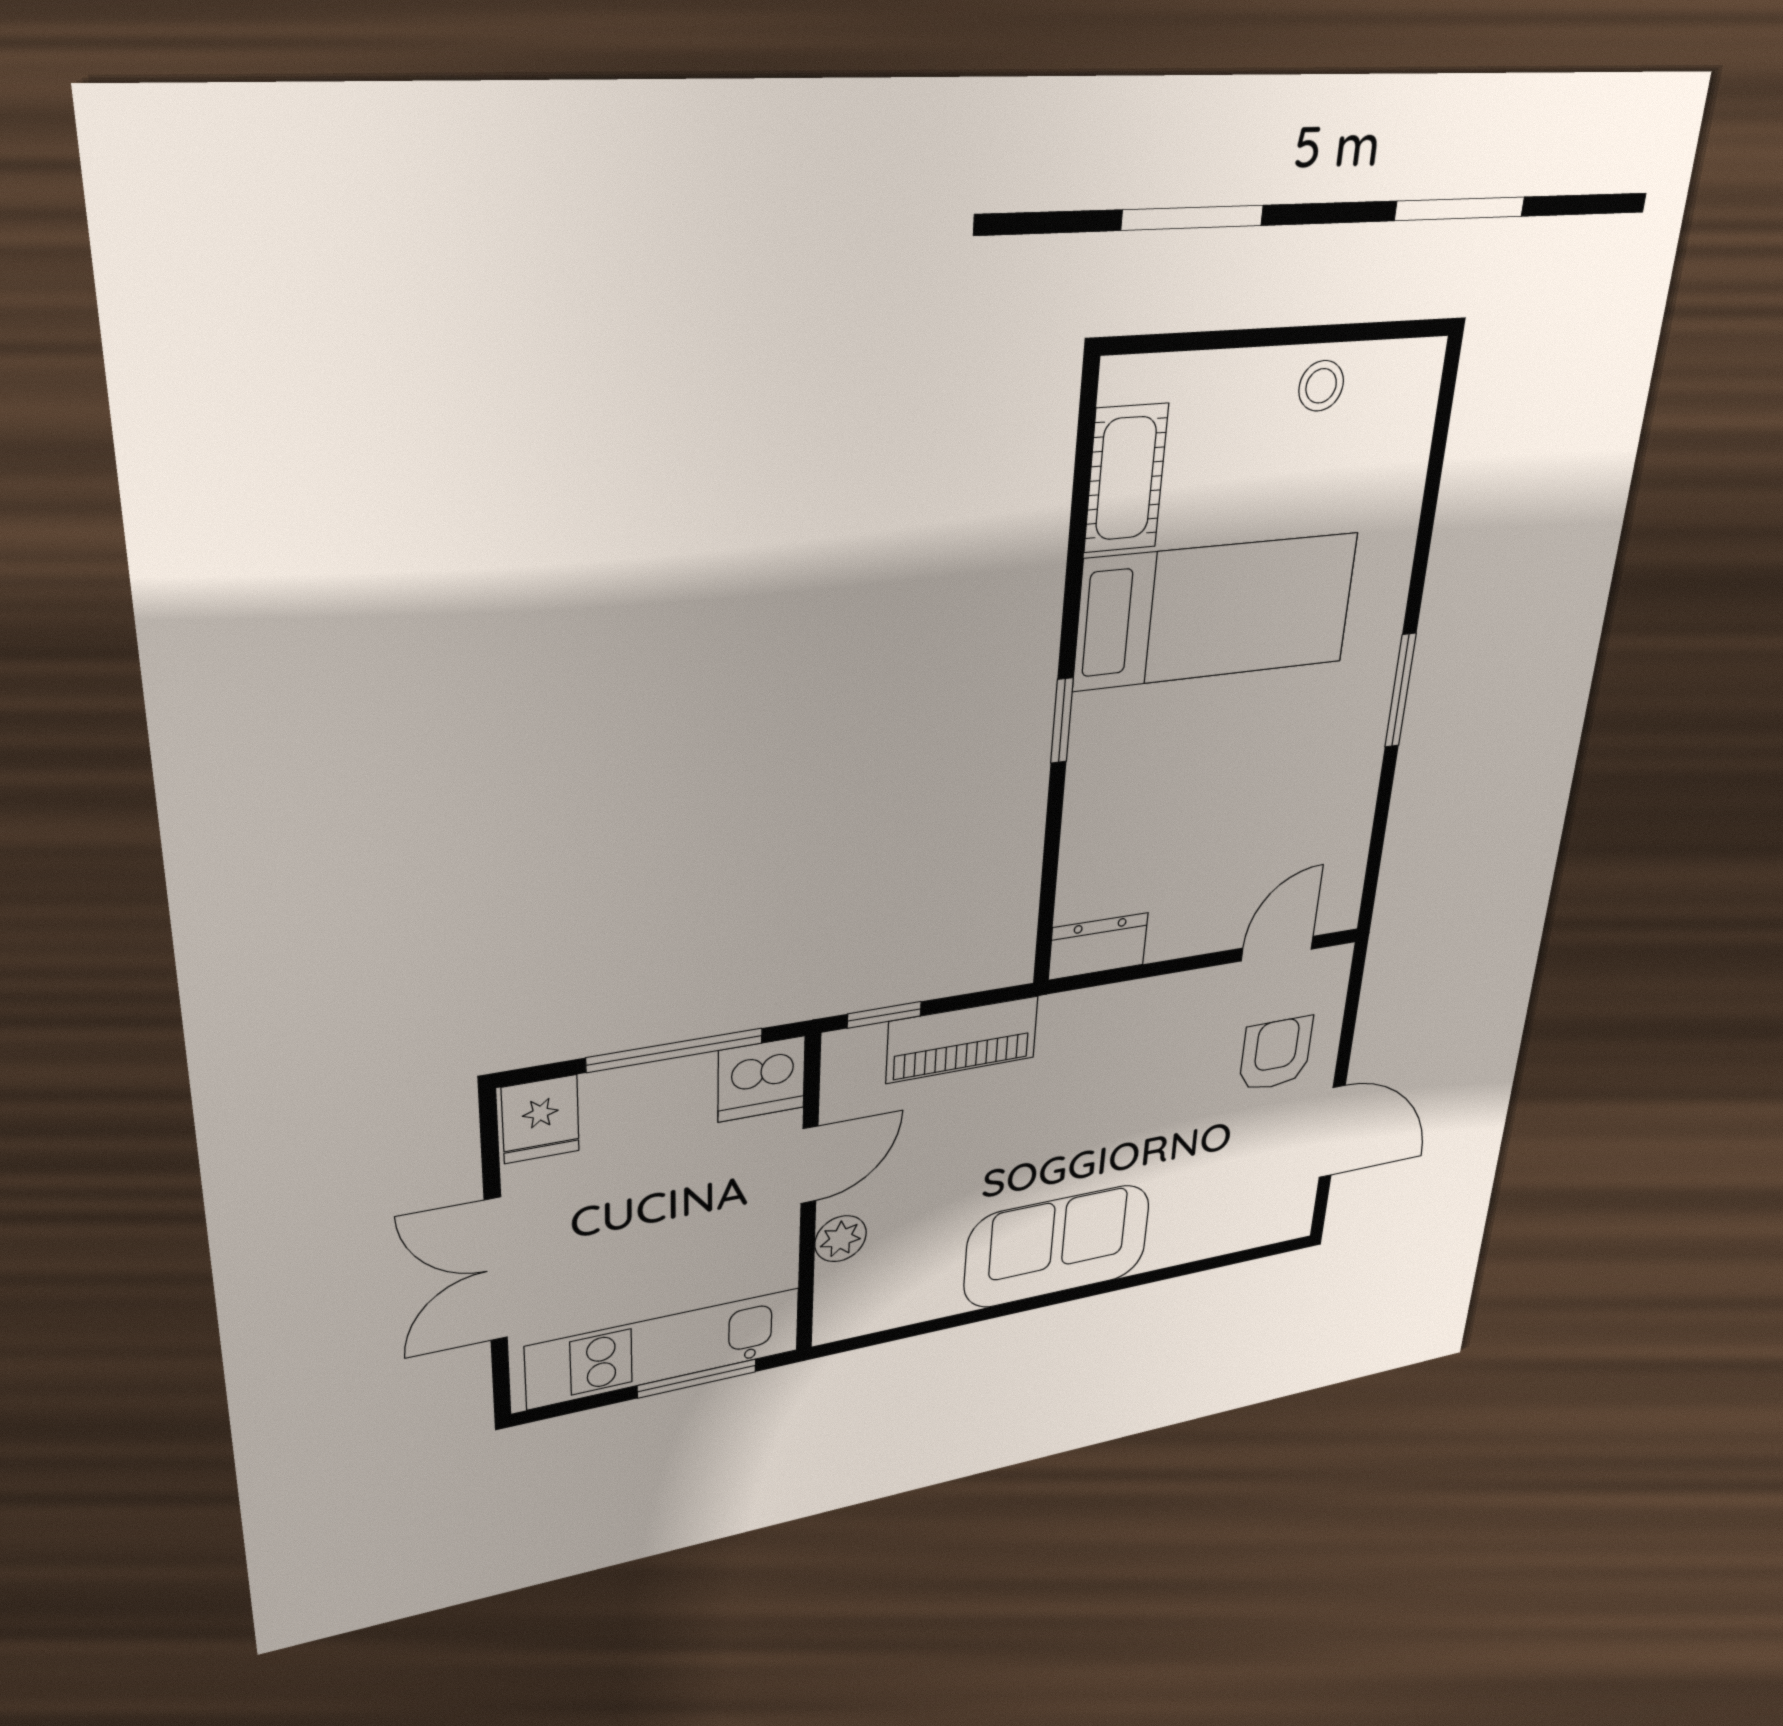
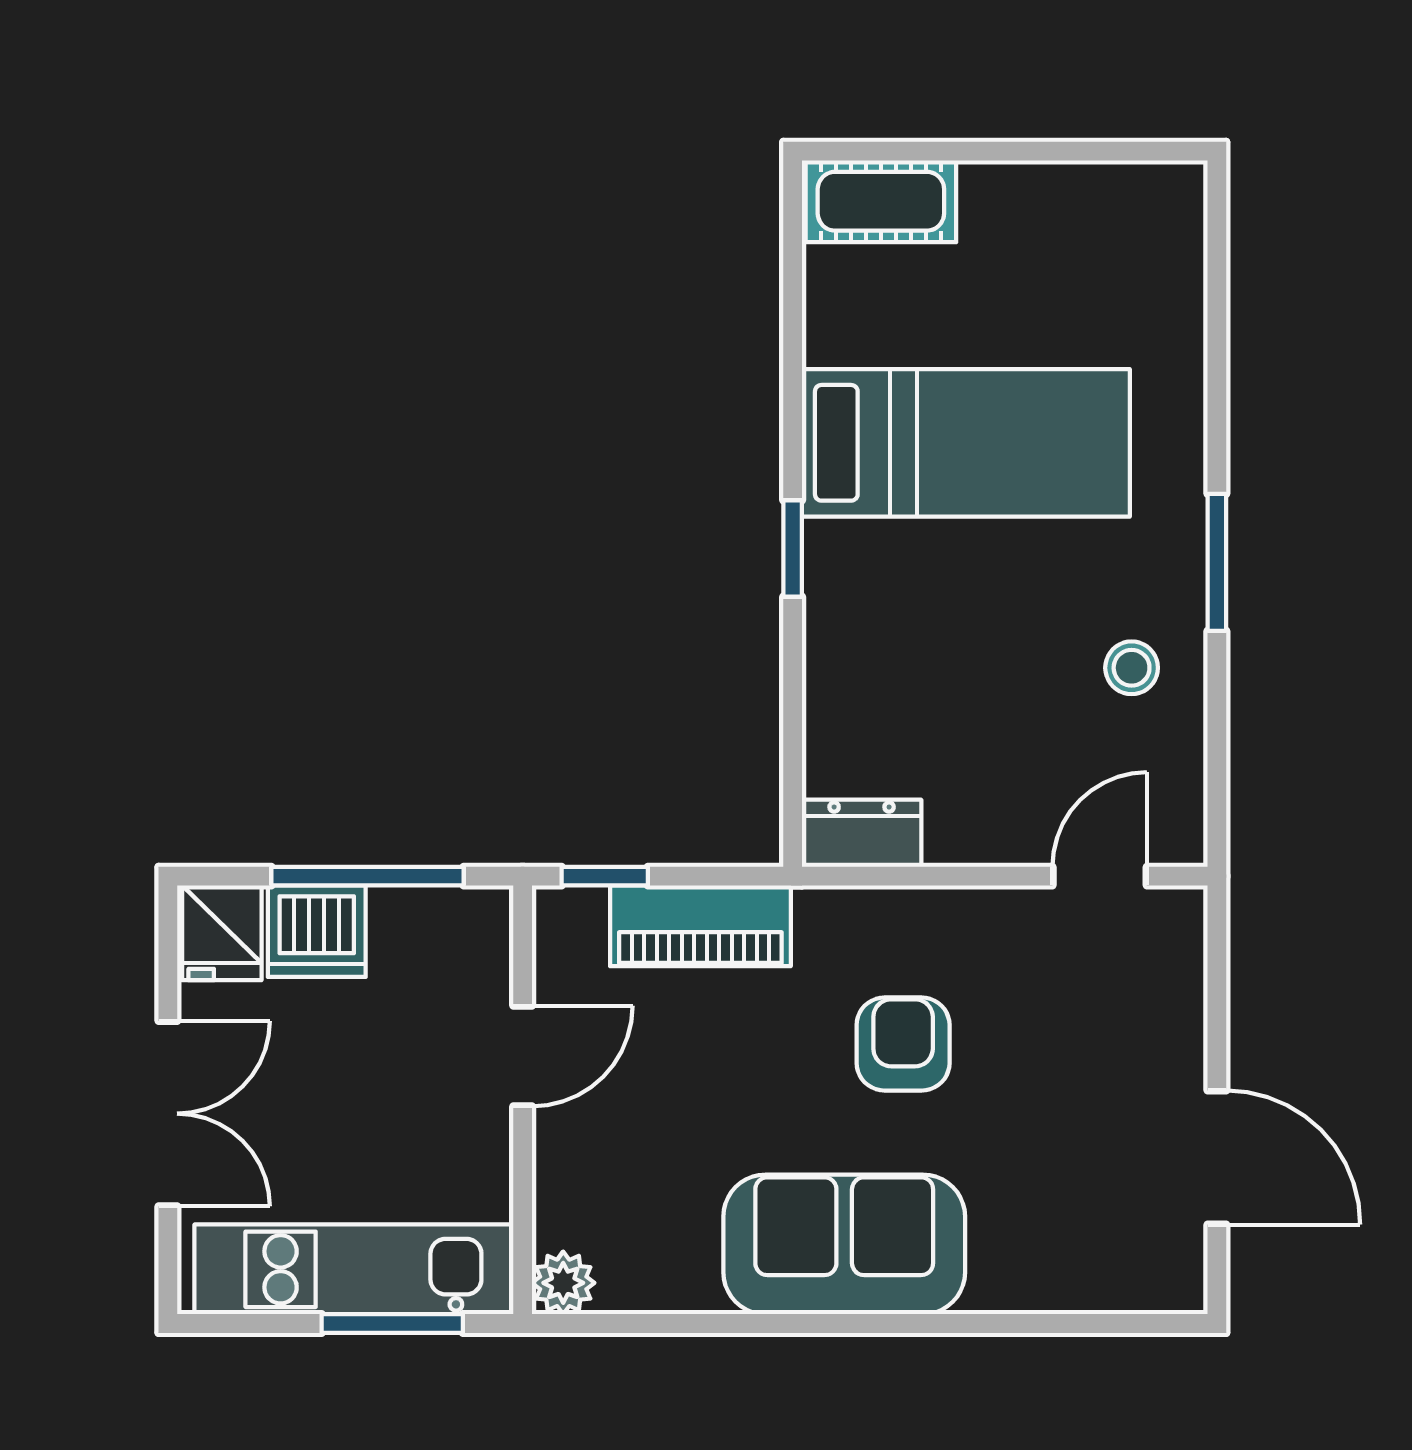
stool: (1321, 386) -> (1132, 668), moved
cot: (1126, 478) -> (881, 201), moved, turned 90
armchair: (1276, 1054) -> (903, 1044), moved
dishwasher: (762, 1079) -> (317, 931), moved
plant: (841, 1239) -> (563, 1283), moved
double door: (496, 1270) -> (168, 1114), swing flipped

